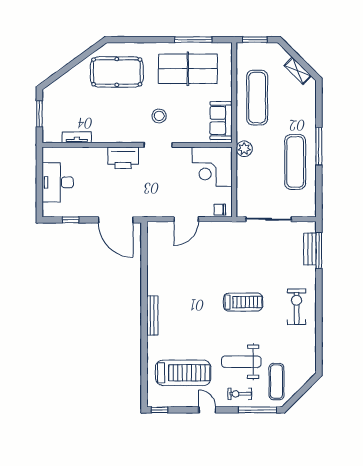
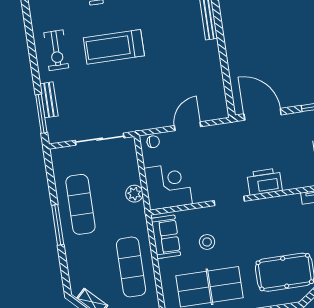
stool: (159, 116) -> (207, 242), moved
plant: (244, 149) -> (134, 194), moved
bench: (310, 249) -> (49, 100), moved
treadmill: (243, 302) -> (114, 47), width x1.37, depth x1.38

